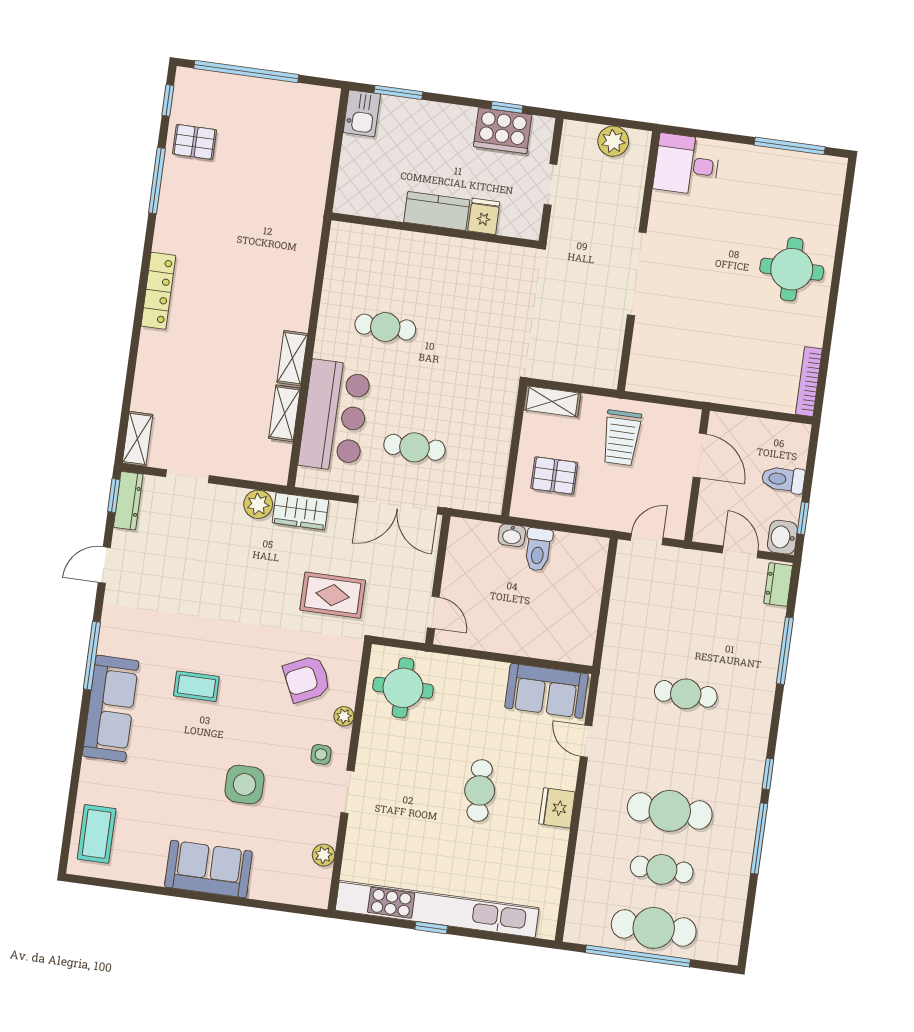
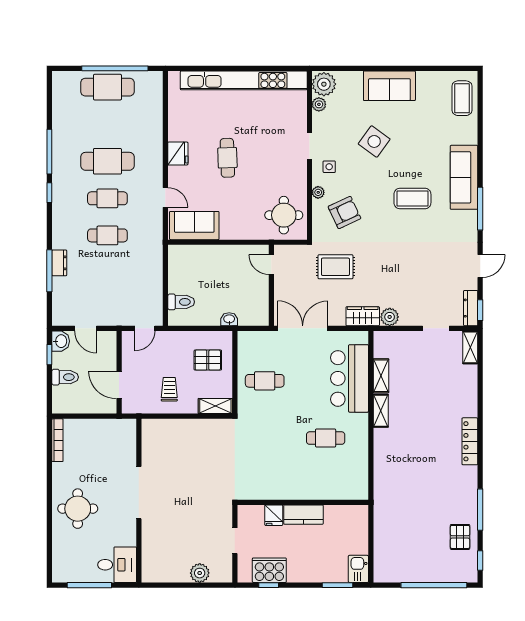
pallet: (195, 142) -> (460, 537), turned 90
desk: (687, 165) -> (117, 565), moved
wall: (639, 261) -> (139, 501), moved
doorway: (637, 274) -> (139, 493), moved
trolley: (621, 438) -> (169, 389), width x0.73, depth x0.72
cafe table: (414, 447) -> (265, 381), moved
toilet: (538, 550) -> (181, 302), moved, turned 90
dresser: (778, 584) -> (59, 263), moved
coffee table: (196, 686) -> (412, 199), width x1.36, depth x1.30
side table: (245, 784) -> (374, 141), turned 36
cafe table: (662, 869) -> (107, 198), moved
plant: (311, 886) -> (324, 84), added
window: (431, 928) -> (246, 68), removed

